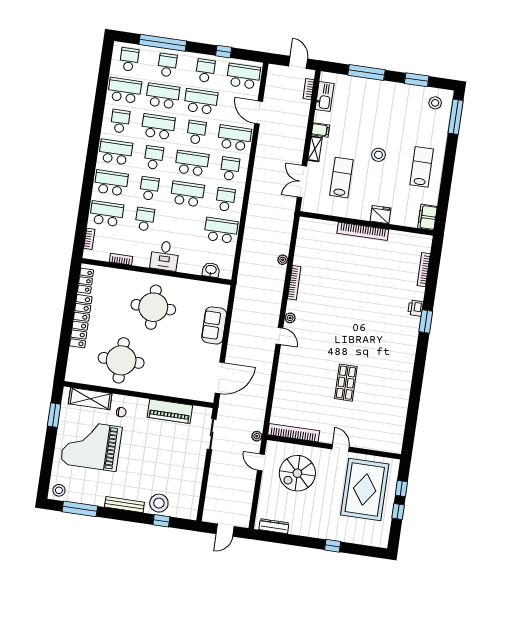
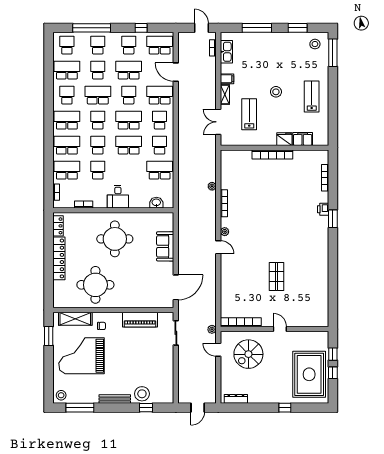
school desk: (163, 96) -> (98, 70), width x0.54
filing cabinet: (427, 217) -> (303, 139), moved, turned 90
rug: (365, 489) -> (309, 374), moved

